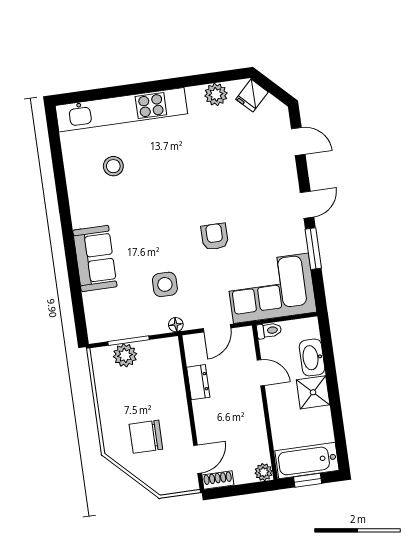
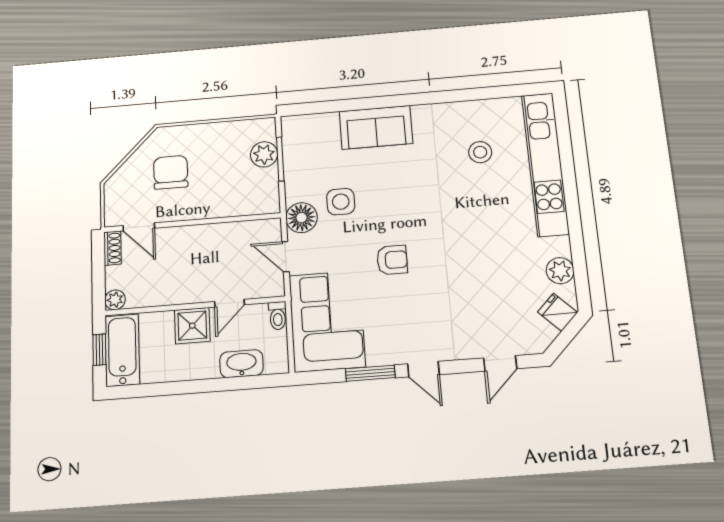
floor lamp: (176, 325) -> (302, 218), width x1.89, depth x1.89
dresser: (198, 382) -> (226, 232), removed
shower: (313, 392) -> (192, 326), moved

